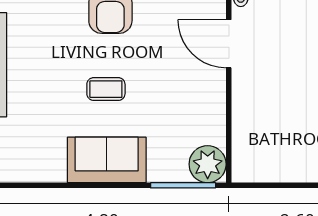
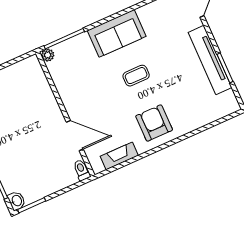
plant: (208, 164) -> (48, 55), width x0.53, depth x0.53

